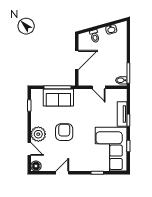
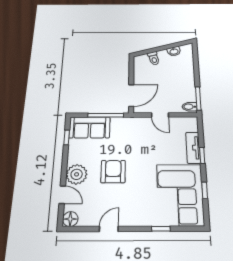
door: (77, 60) -> (131, 95), moved
sofa: (58, 97) -> (90, 127), moved

